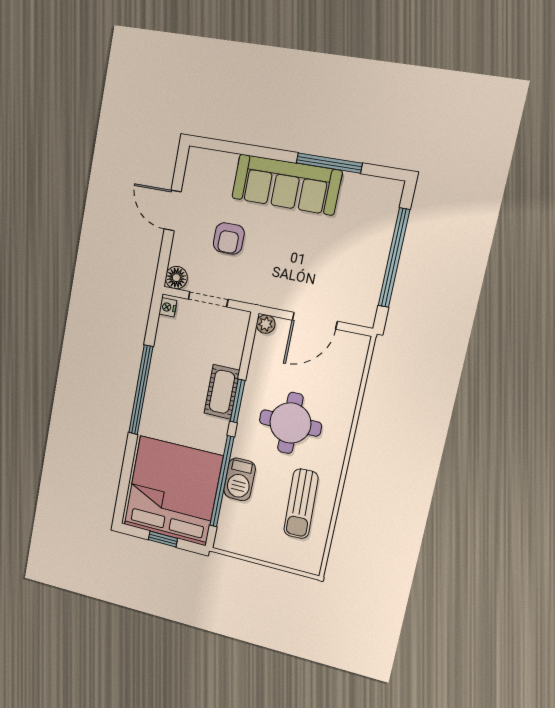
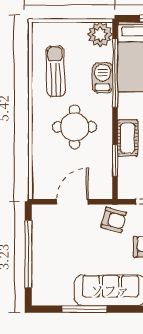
armchair: (262, 284) -> (114, 220), added
plant: (266, 324) -> (100, 34), moved, width x1.88, depth x1.88
window: (238, 401) -> (115, 160), moved

